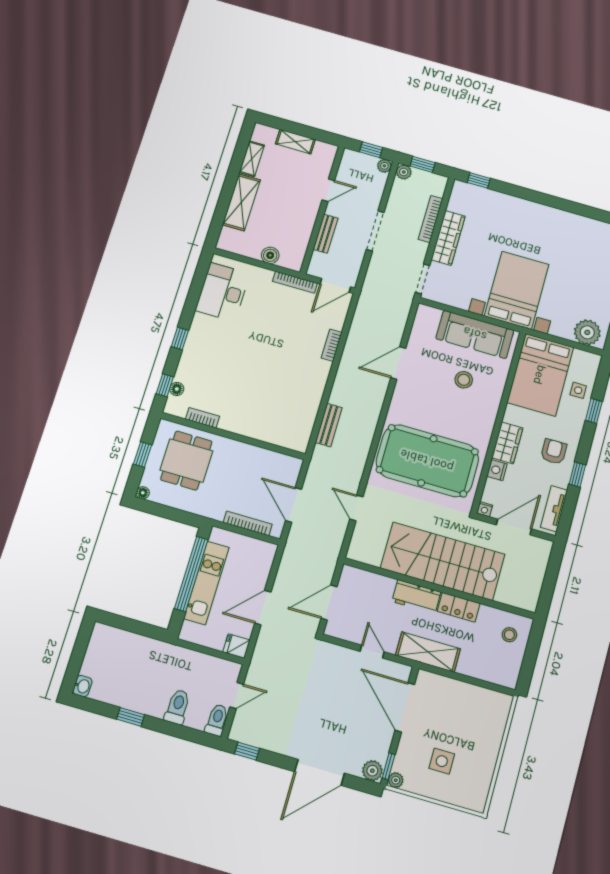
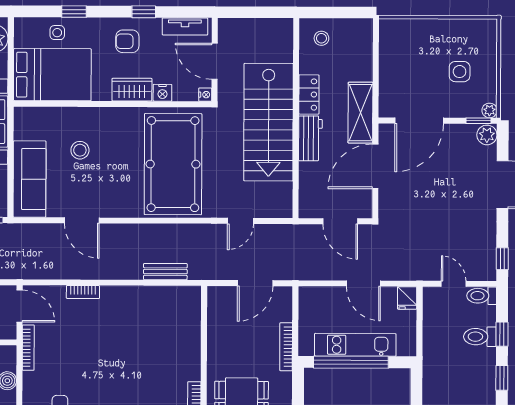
sofa: (475, 334) -> (29, 179), moved
bookcase: (248, 523) -> (286, 347), moved
door: (372, 652) -> (375, 166), width x1.87
window: (173, 729) -> (502, 334), added

